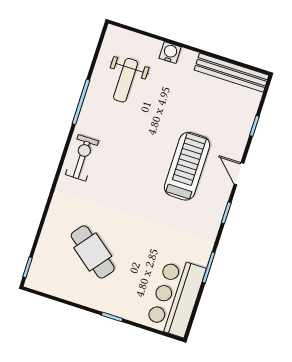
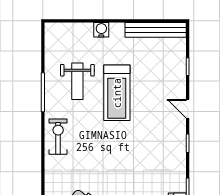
weight bench: (126, 80) -> (77, 81), moved
treadmill: (187, 166) -> (117, 93), moved, turned 180

